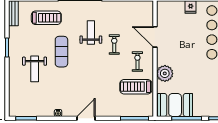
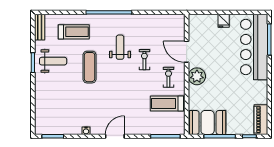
weight bench: (35, 69) -> (53, 61), moved, turned -90
plant: (165, 73) -> (197, 76), moved

